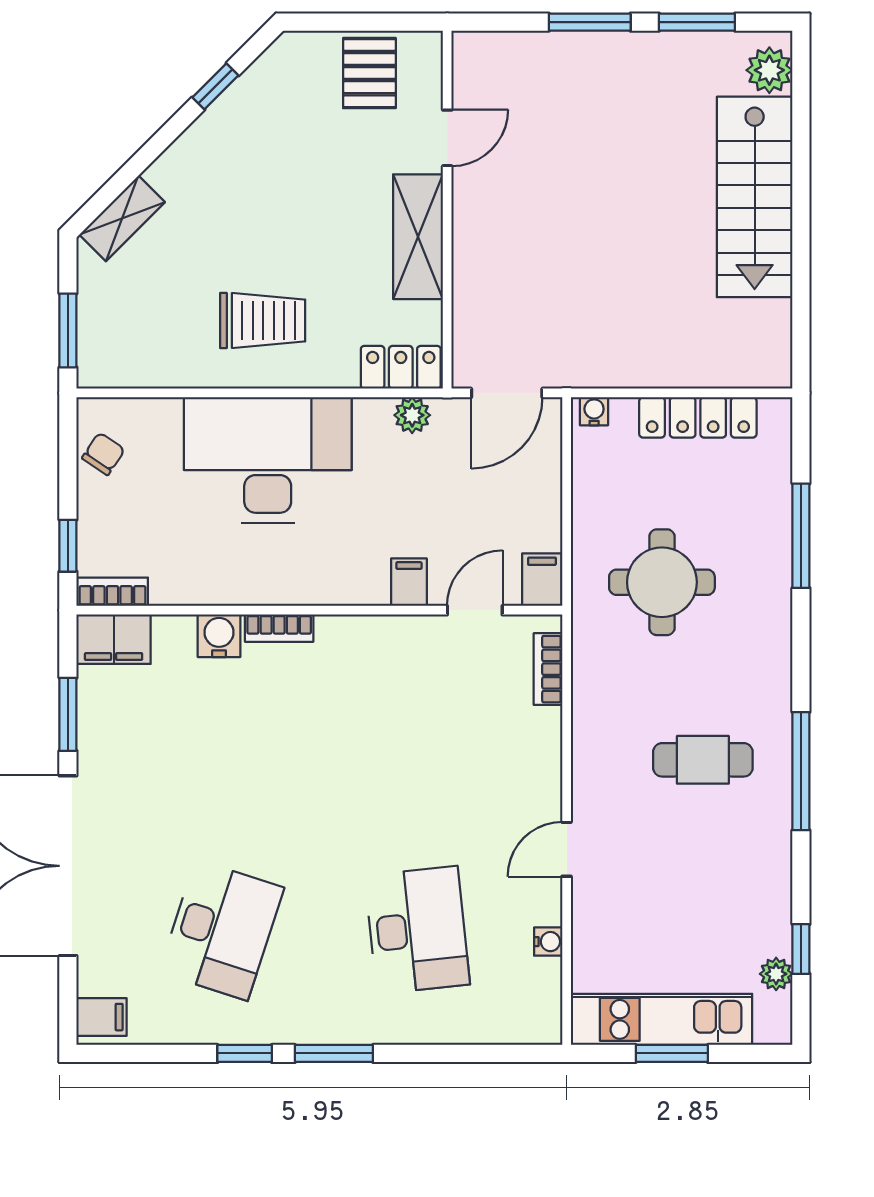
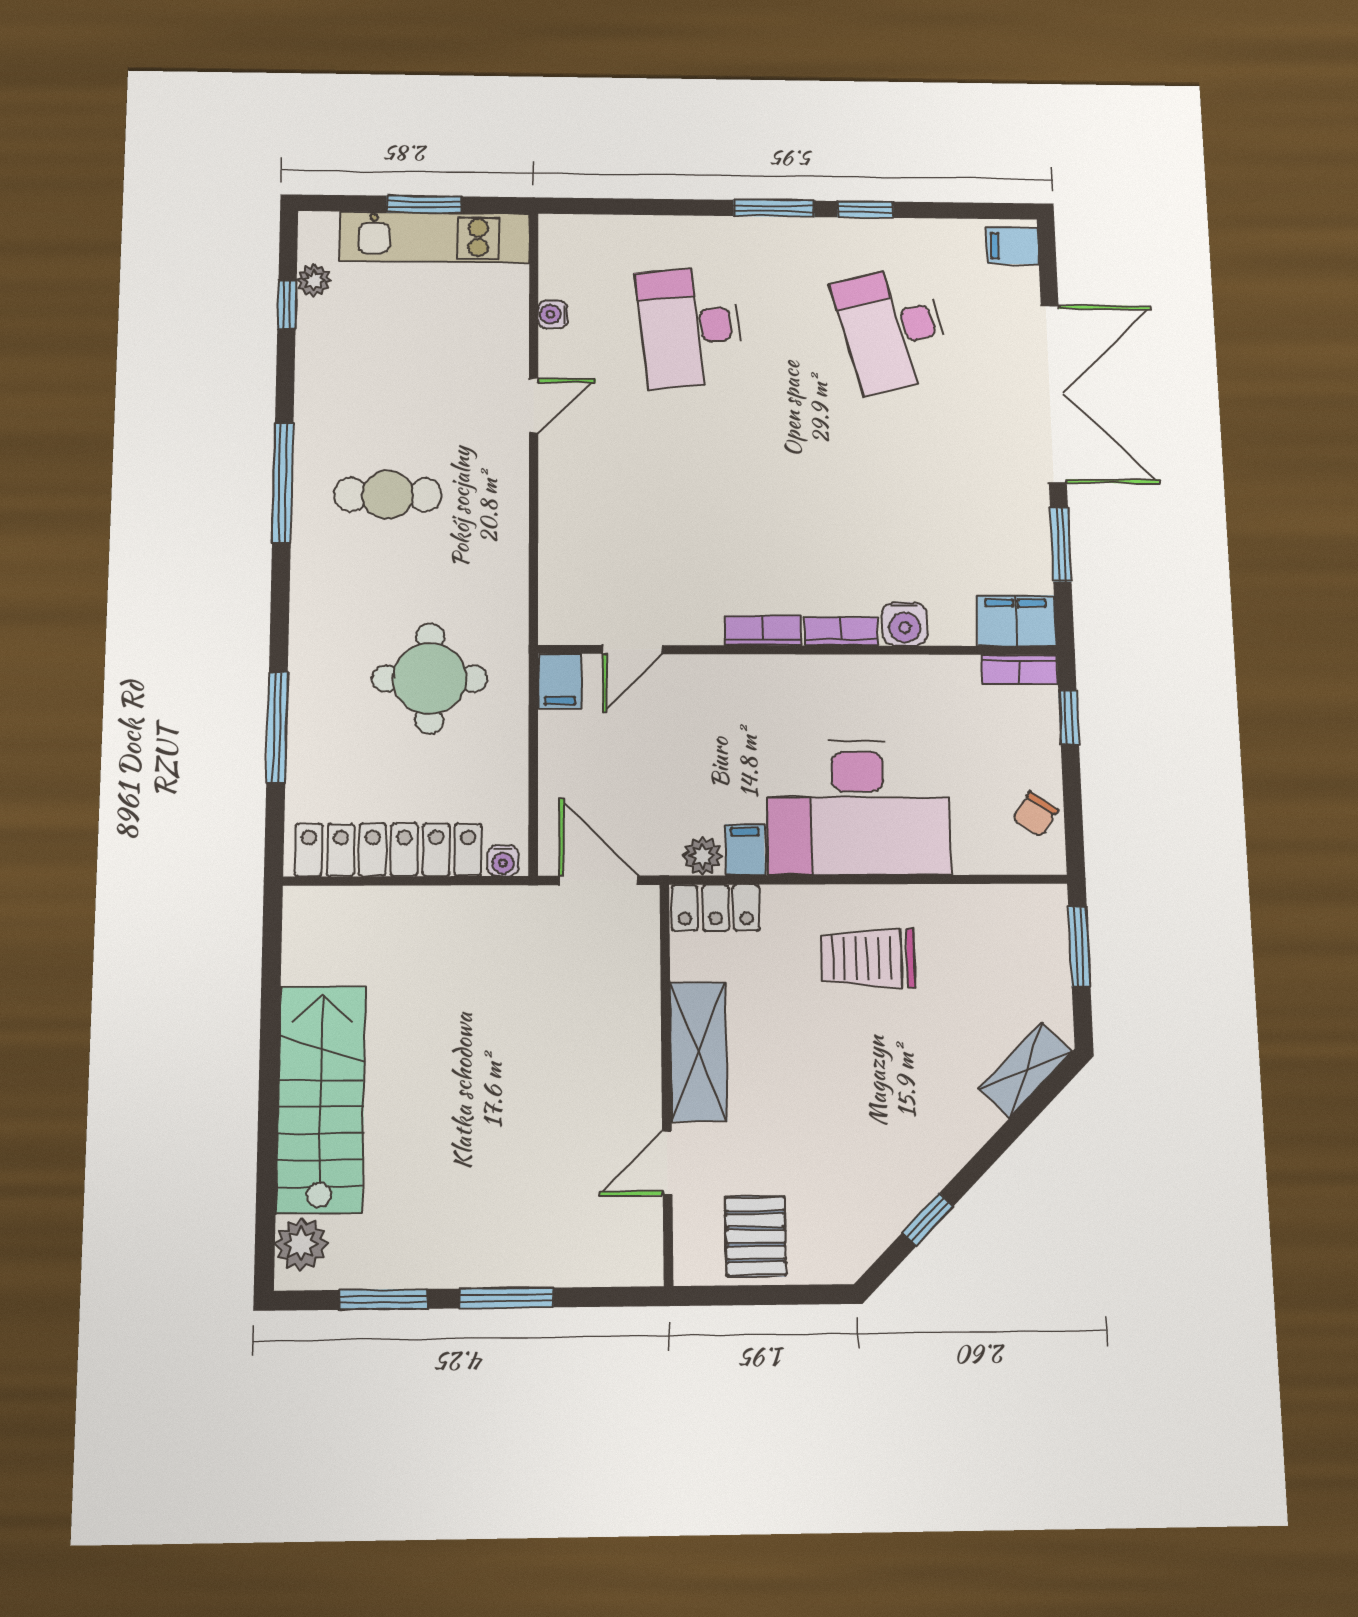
door: (507, 393) -> (599, 880), hinge flipped
locker: (698, 417) -> (388, 850), width x1.41, depth x1.21
filing cabinet: (409, 582) -> (745, 850), moved, turned 180
bookcase: (548, 669) -> (763, 631), moved, turned -90
desk: (222, 930) -> (893, 329), turned -33

